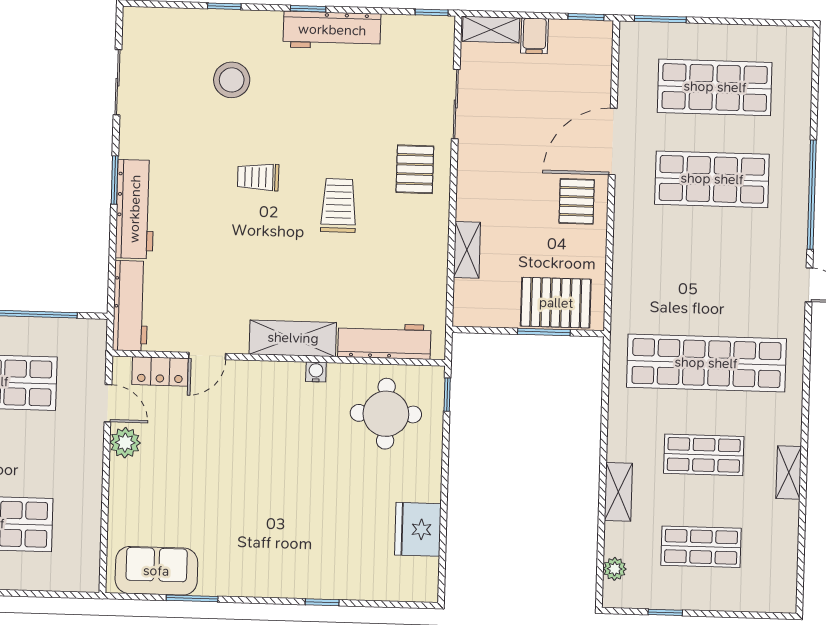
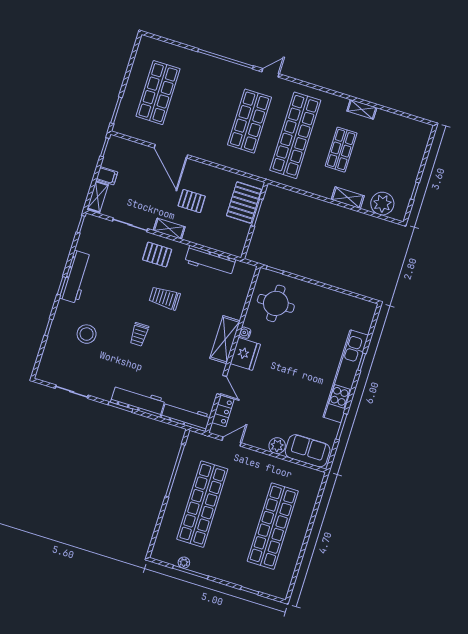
shop shelf: (712, 179) -> (250, 121), moved
pallet: (577, 201) -> (192, 201), moved
shelving: (467, 250) -> (169, 229), moved
workbench: (384, 341) -> (210, 261), moved, turned -90
plant: (125, 443) -> (277, 446), moved
fridge: (418, 529) -> (245, 354), moved, turned -90
shop shelf: (701, 547) -> (387, 164), removed
plant: (615, 569) -> (382, 204), width x1.87, depth x1.87
sofa: (156, 571) -> (308, 451), moved, turned 90
kitchen unit: (287, 580) -> (346, 376), added

